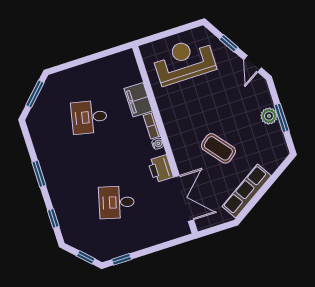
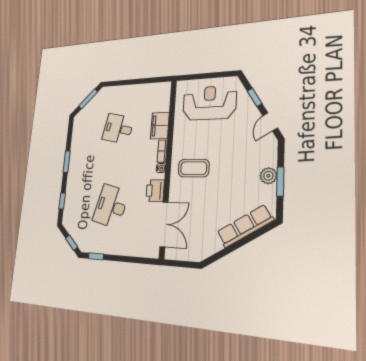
coffee table: (218, 148) -> (194, 168), moved, turned -51
row of seats: (247, 191) -> (245, 226), moved
desk: (117, 202) -> (111, 206), width x1.37

